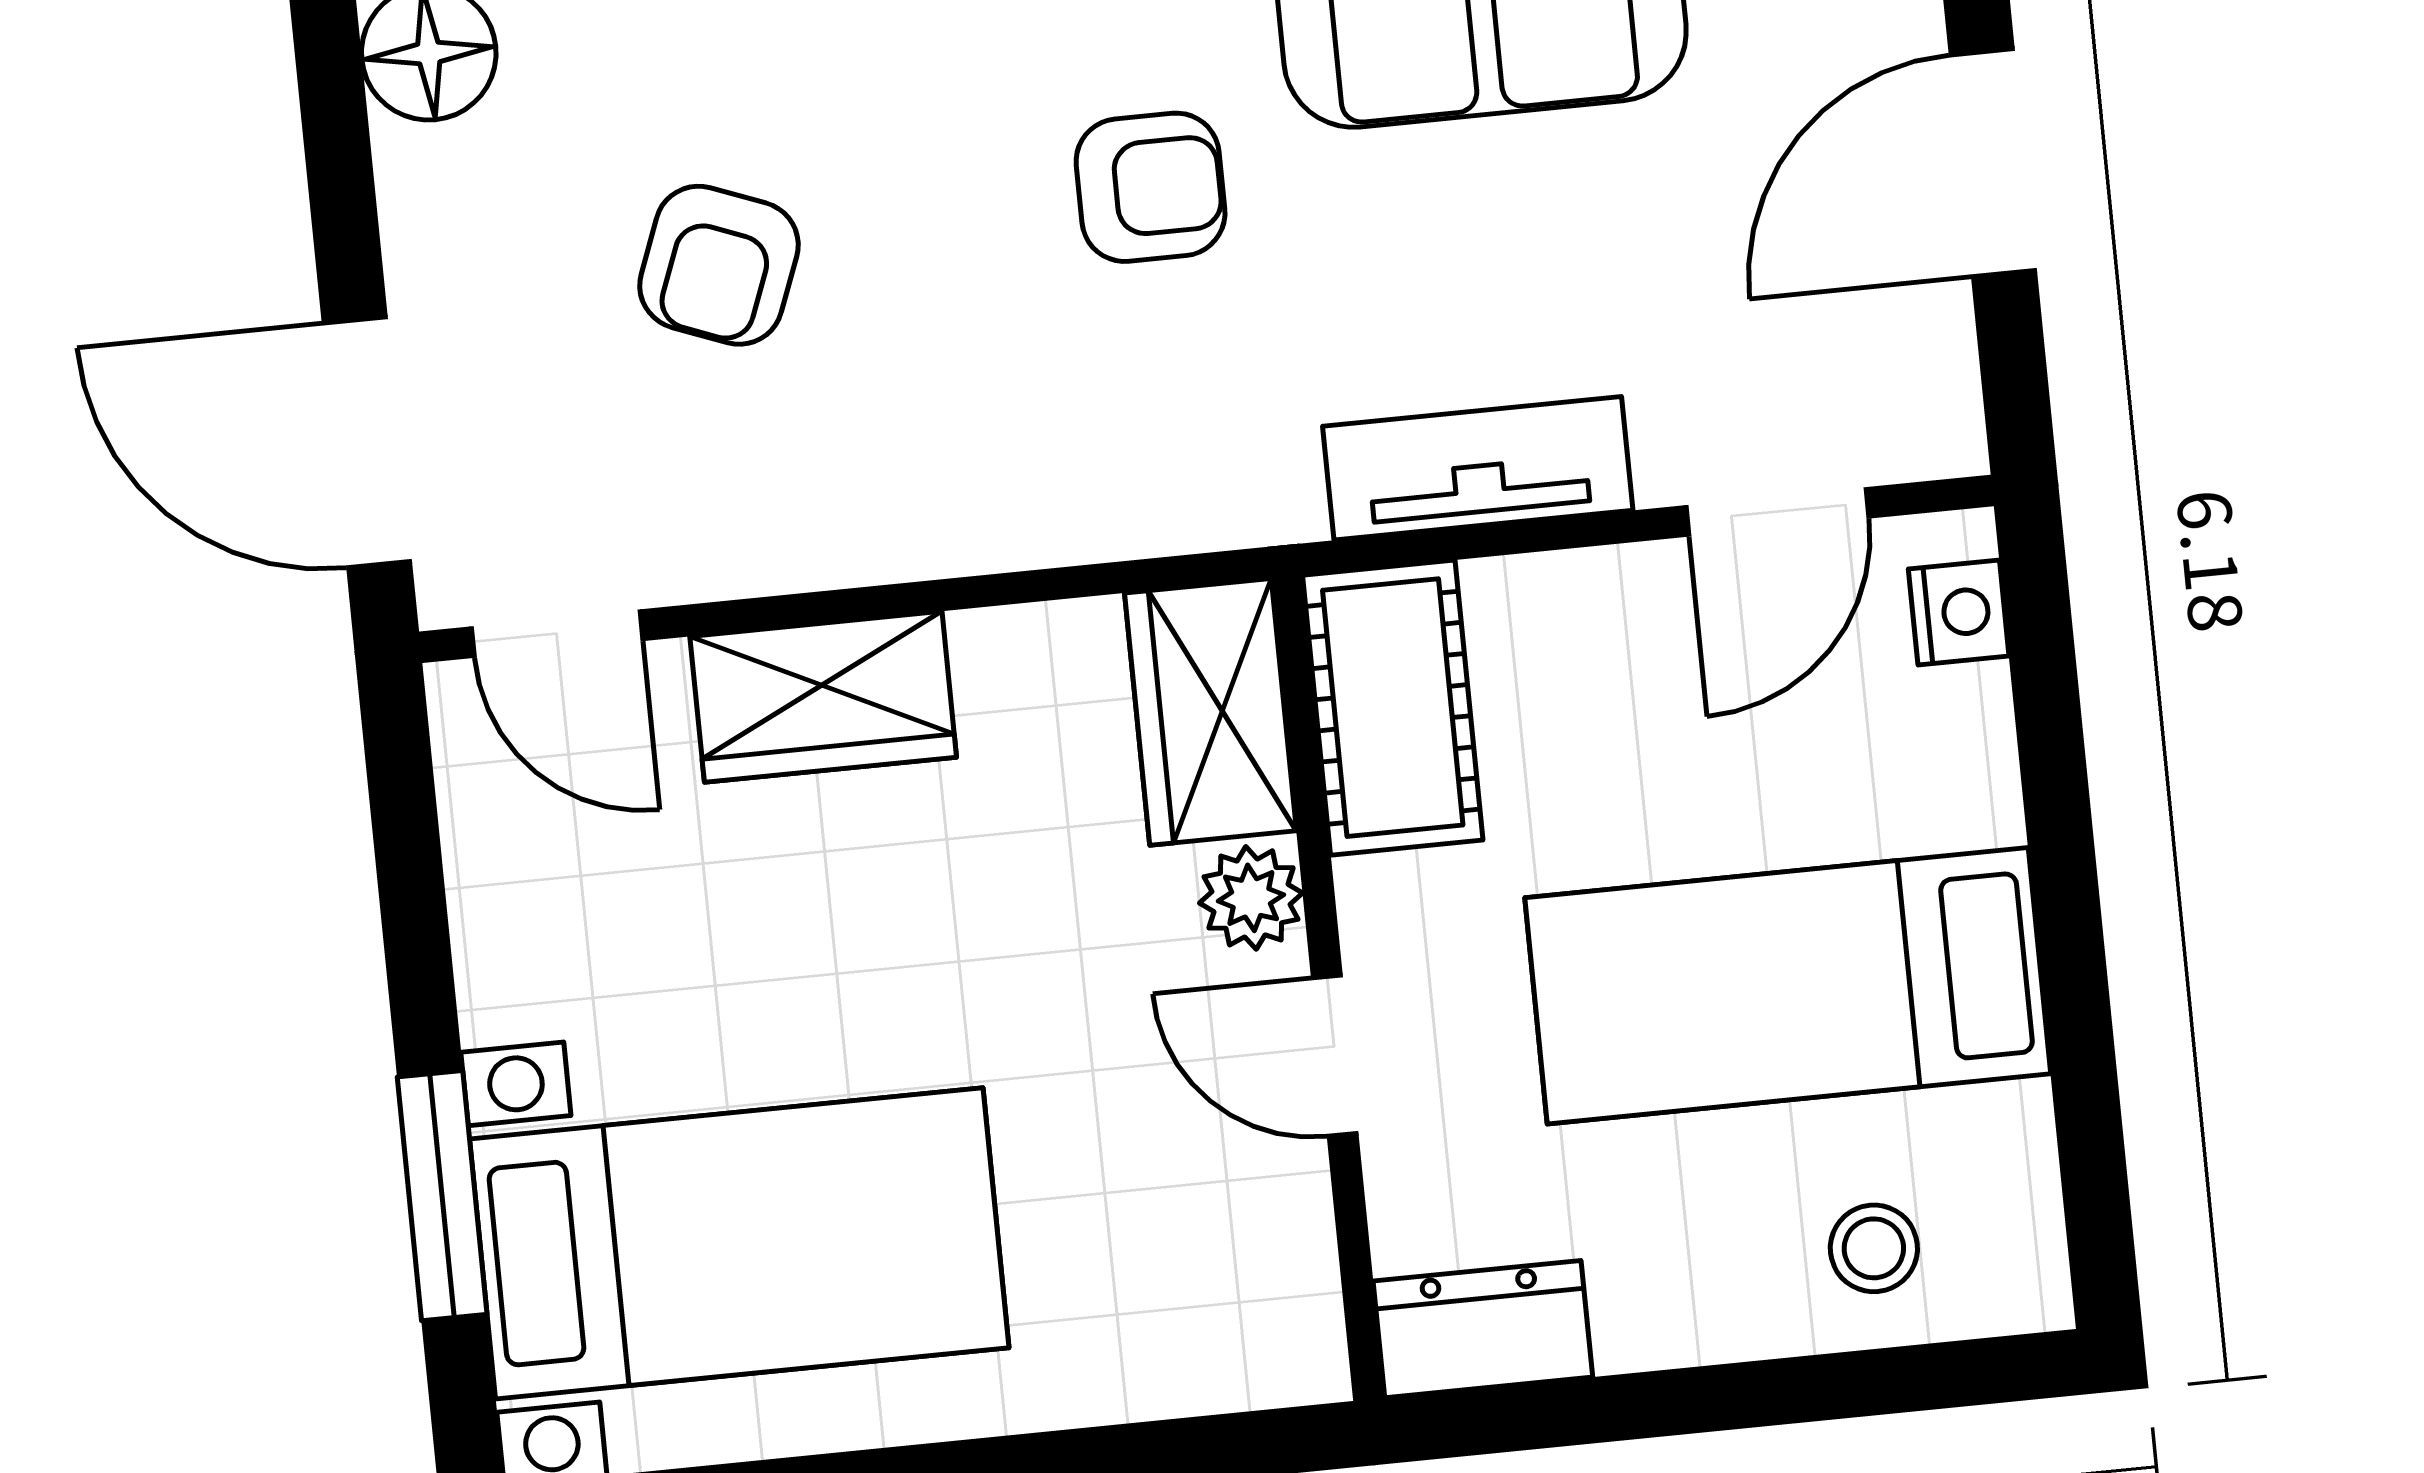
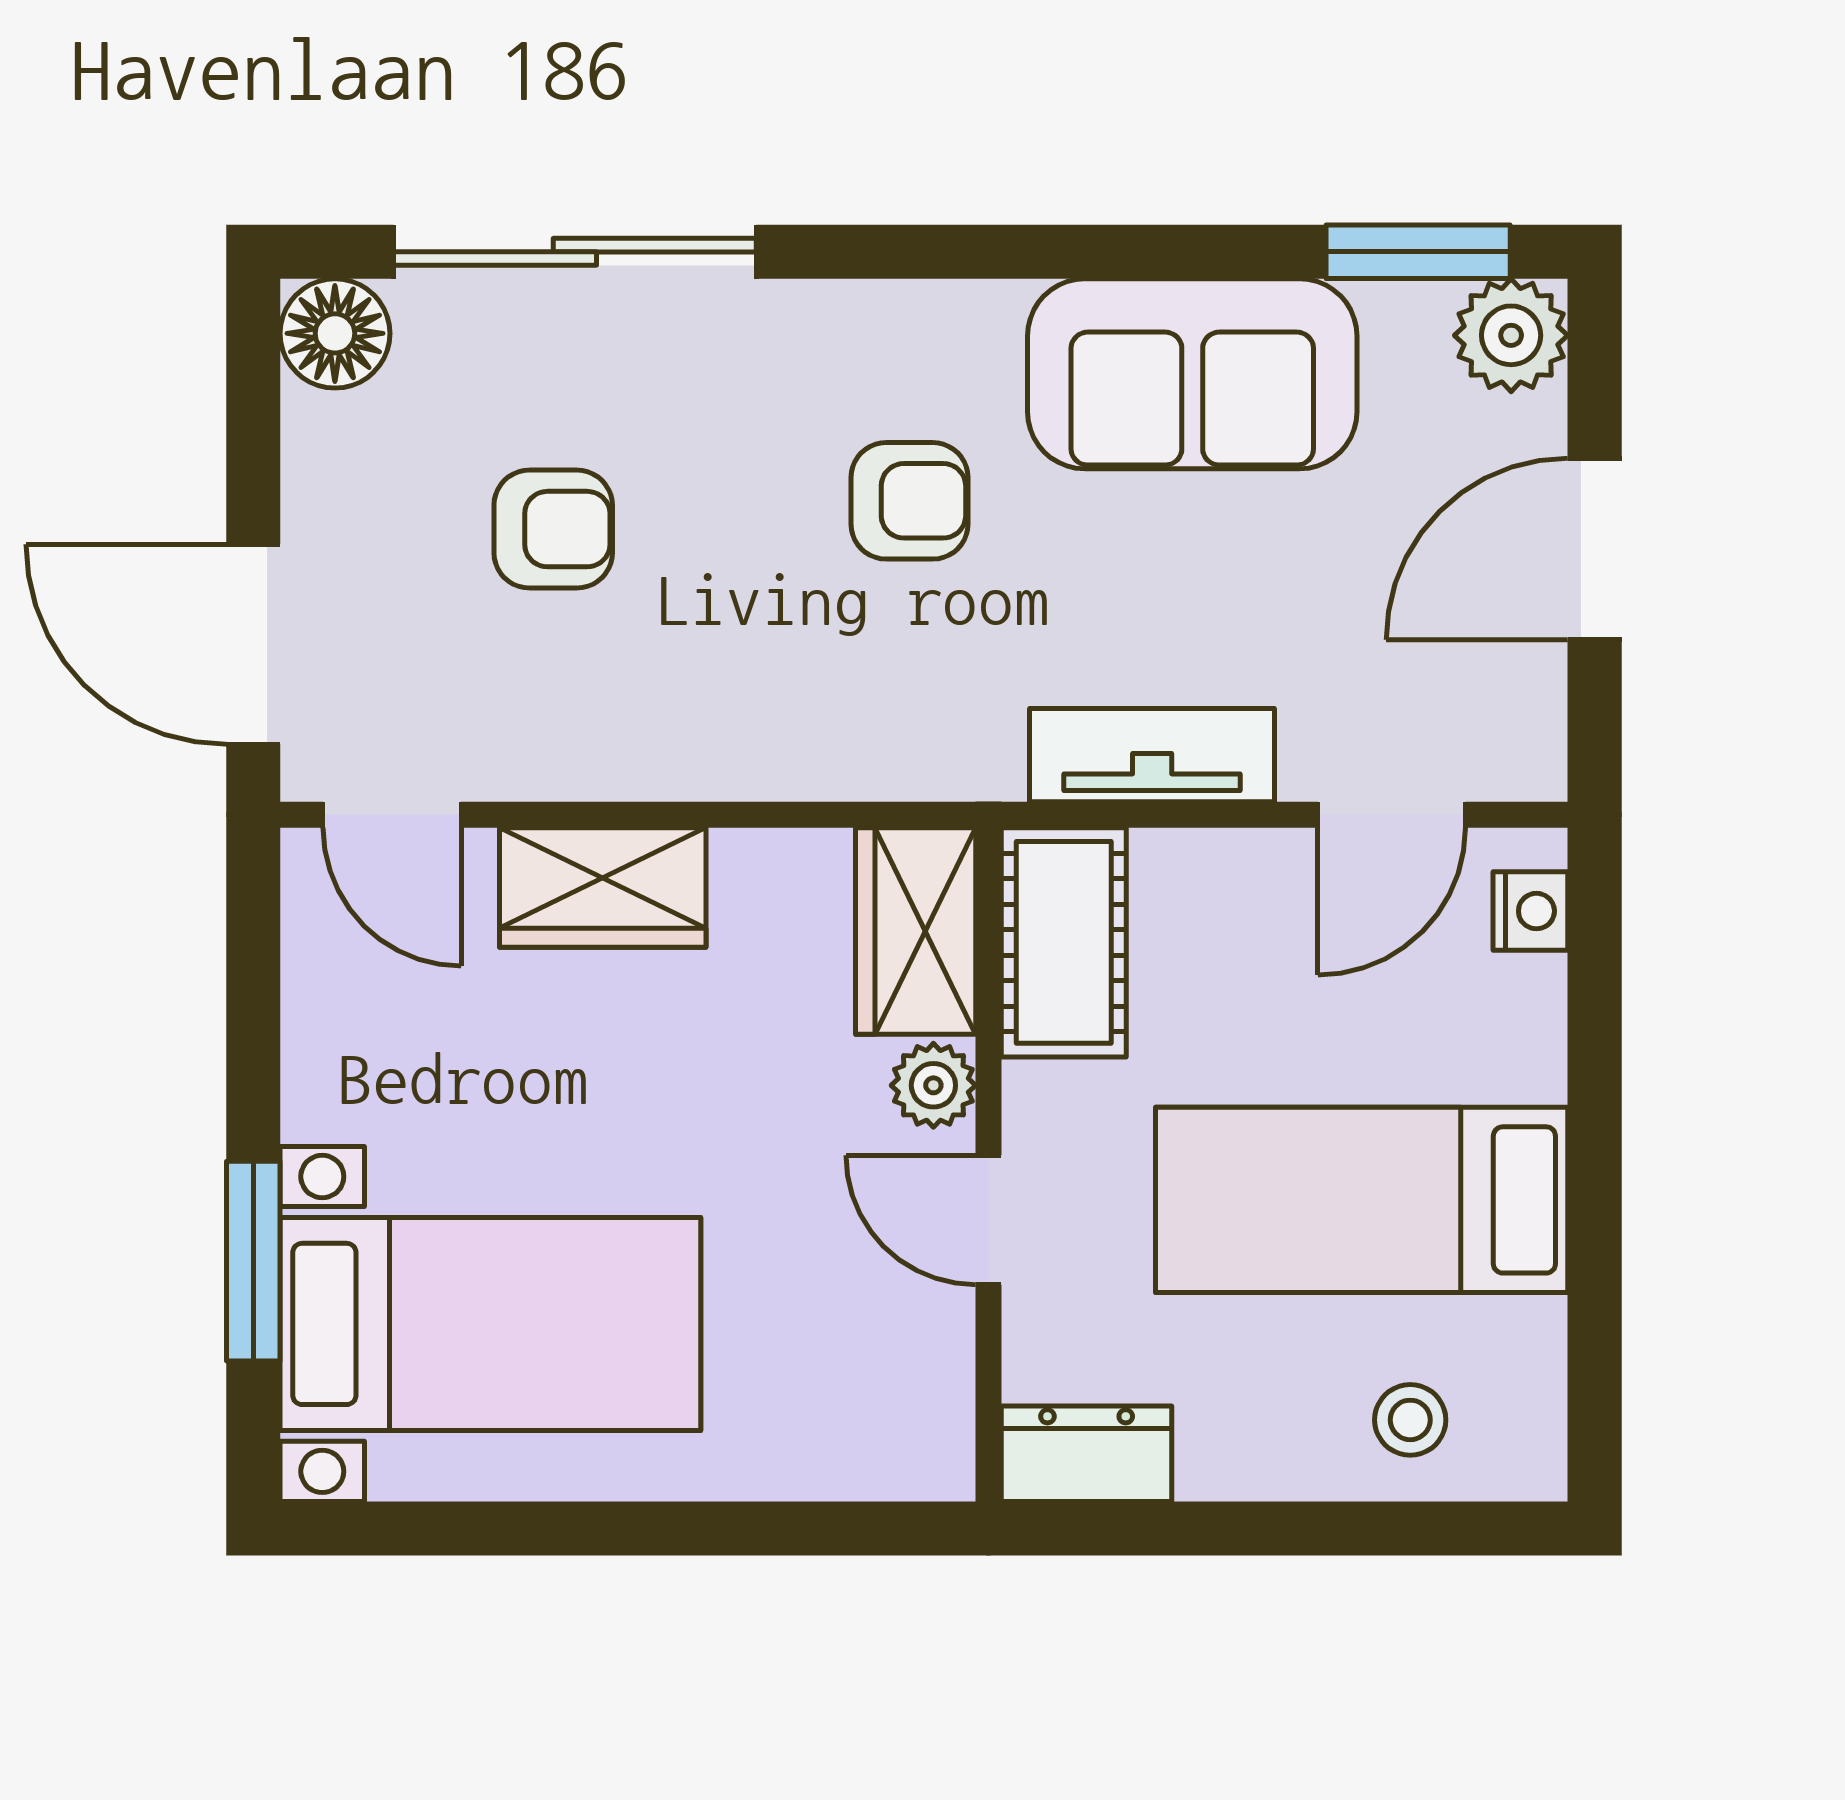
armchair: (719, 265) -> (553, 529), turned -111

